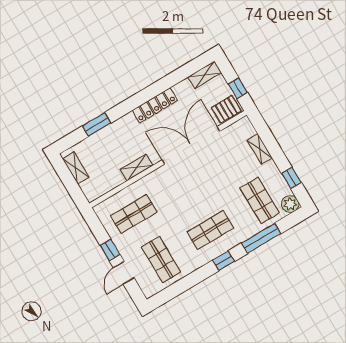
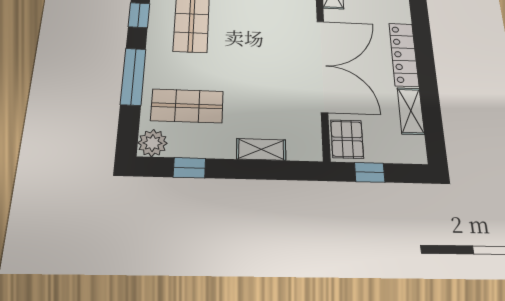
shelving: (205, 75) -> (411, 111), moved

